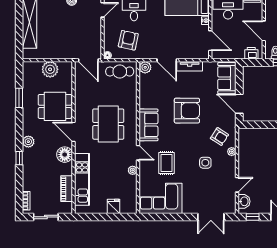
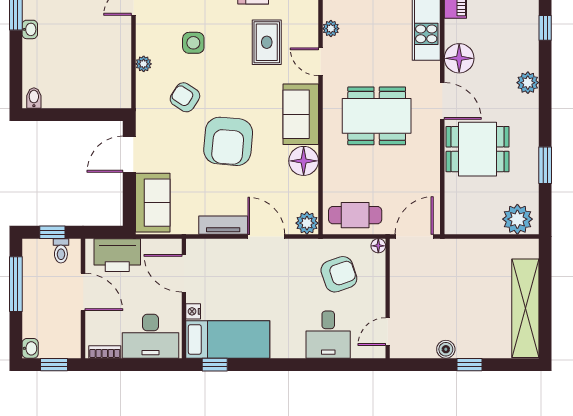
armchair: (128, 40) -> (339, 274), turned -121
printer: (251, 53) -> (117, 255), width x1.87, depth x1.48
door: (88, 60) -> (414, 236), hinge flipped
plant: (50, 69) -> (517, 219), moved
floor lamp: (147, 100) -> (304, 161), added
door: (239, 104) -> (129, 154), swing flipped
armchair: (187, 111) -> (228, 141), turned -85
dining table: (108, 124) -> (377, 116), turned 90
armchair: (219, 137) -> (185, 97), moved
window: (19, 158) -> (545, 28), moved

